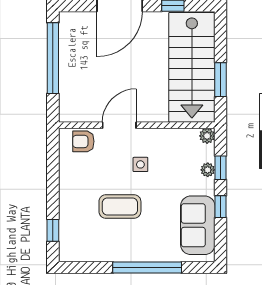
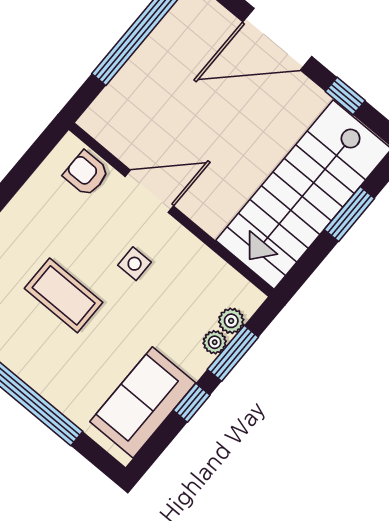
window: (220, 80) -> (349, 214), moved
plant: (207, 136) -> (231, 321), moved
window: (220, 168) -> (233, 353), width x1.50

